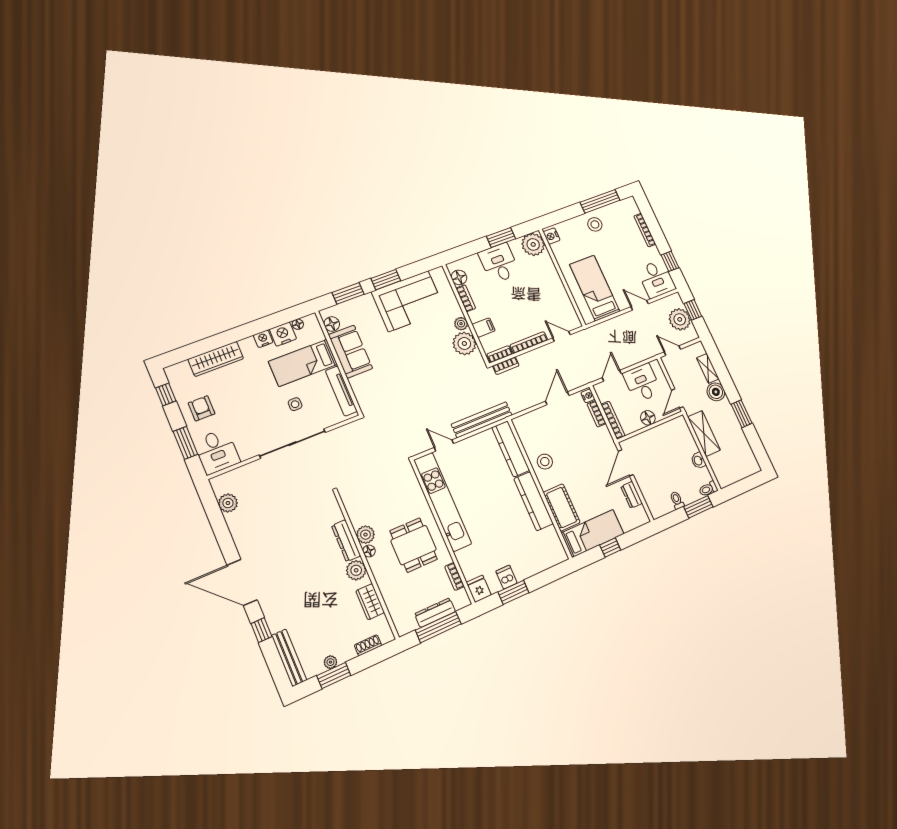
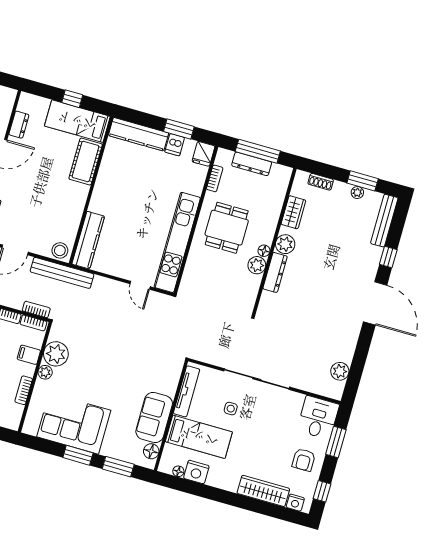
floor lamp: (459, 277) -> (15, 412), removed
nightstand: (263, 339) -> (295, 503), moved
bench: (482, 420) -> (62, 273), moved
stool: (545, 462) -> (60, 250), moved
kitchen counter: (534, 501) -> (139, 134), moved, turned 90

